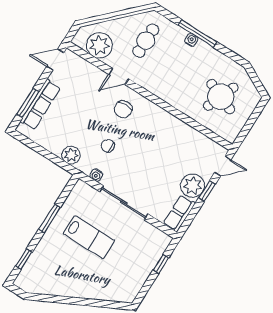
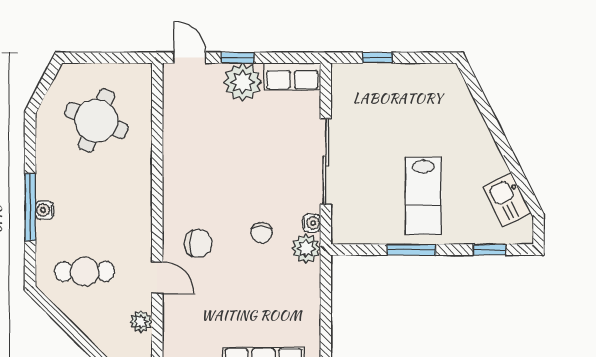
plant: (99, 45) -> (141, 321), width x0.53, depth x0.53
plant: (71, 155) -> (306, 248), moved
lab bench: (89, 237) -> (423, 196), moved, turned 180
kitchen sink: (44, 285) -> (507, 200), added

